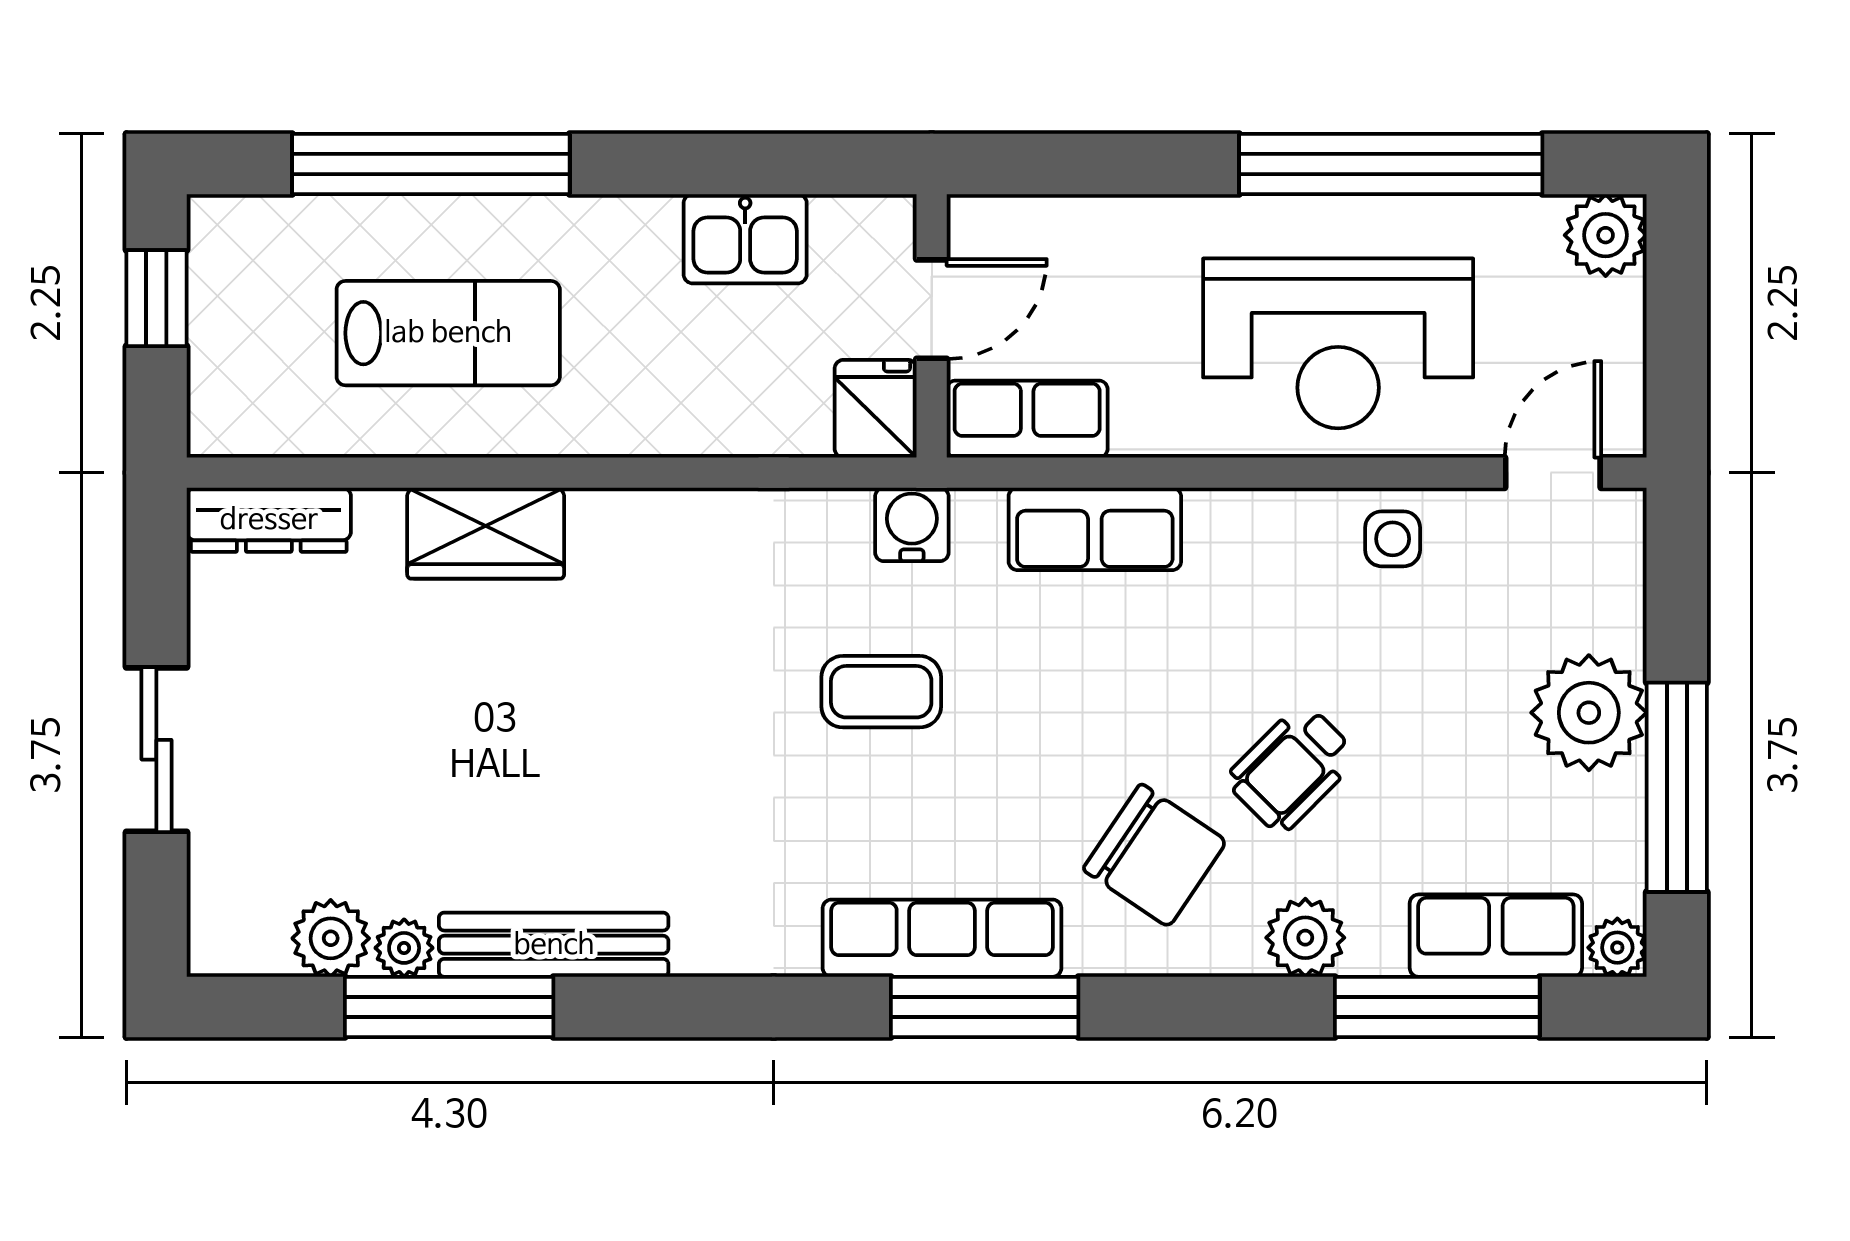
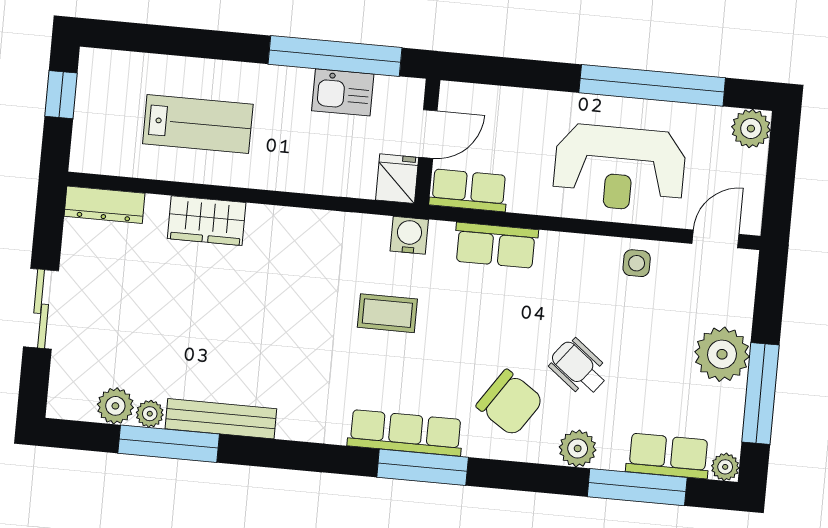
window: (431, 164) -> (335, 56), moved
wheelchair: (1292, 768) -> (579, 368), turned 83

